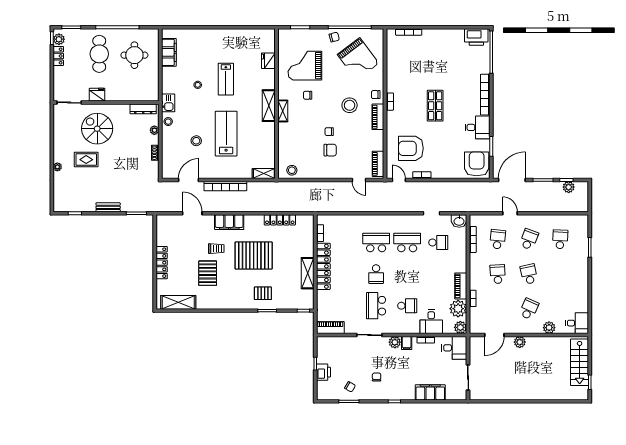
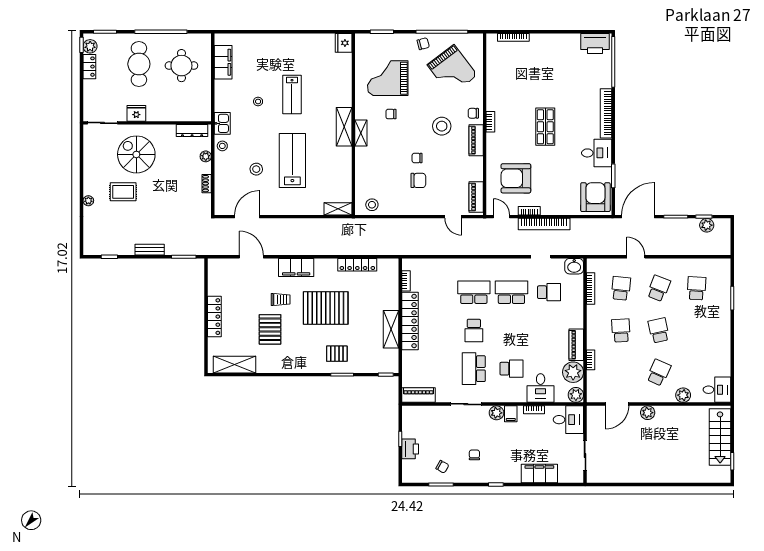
fridge: (268, 61) -> (344, 43), moved
bookcase: (225, 186) -> (544, 224), moved

